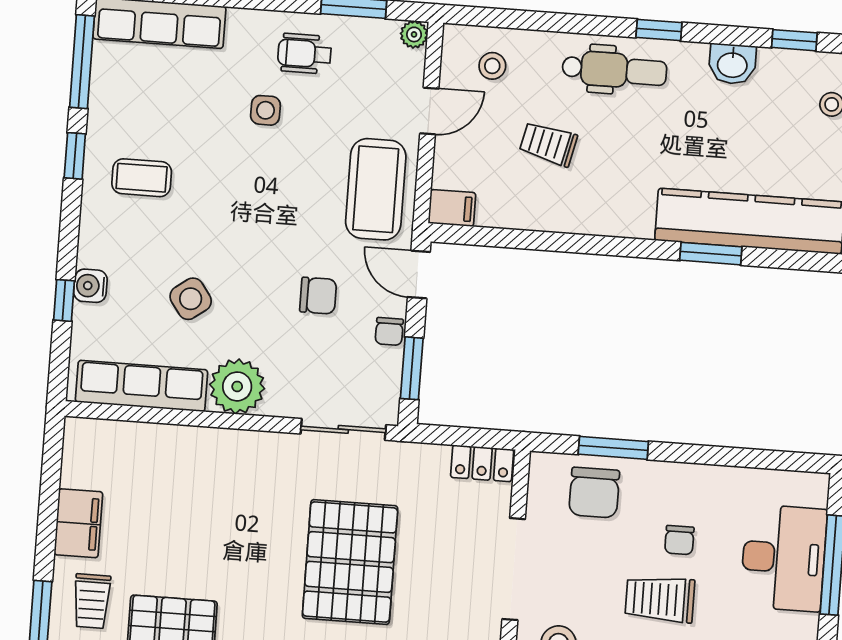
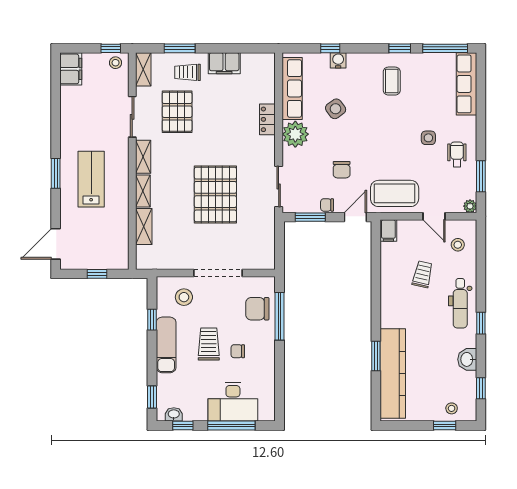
window: (613, 448) -> (279, 316), width x1.44
locker: (482, 463) -> (267, 119), moved
pallet: (350, 562) -> (215, 195), turned 90

